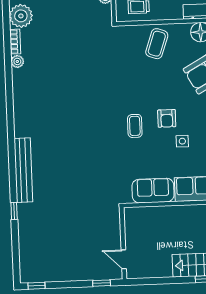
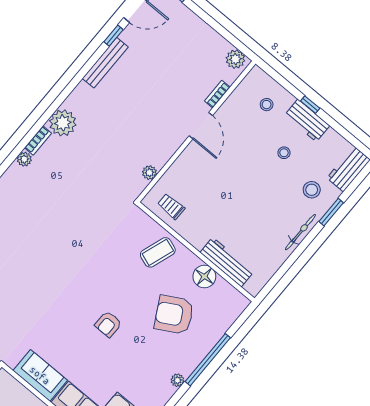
coffee table: (135, 126) -> (75, 306), removed
side table: (182, 141) -> (104, 356), removed

